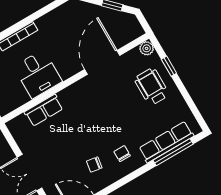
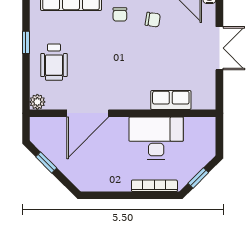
window: (169, 66) -> (26, 42), moved
desk: (38, 74) -> (156, 138), width x1.37

